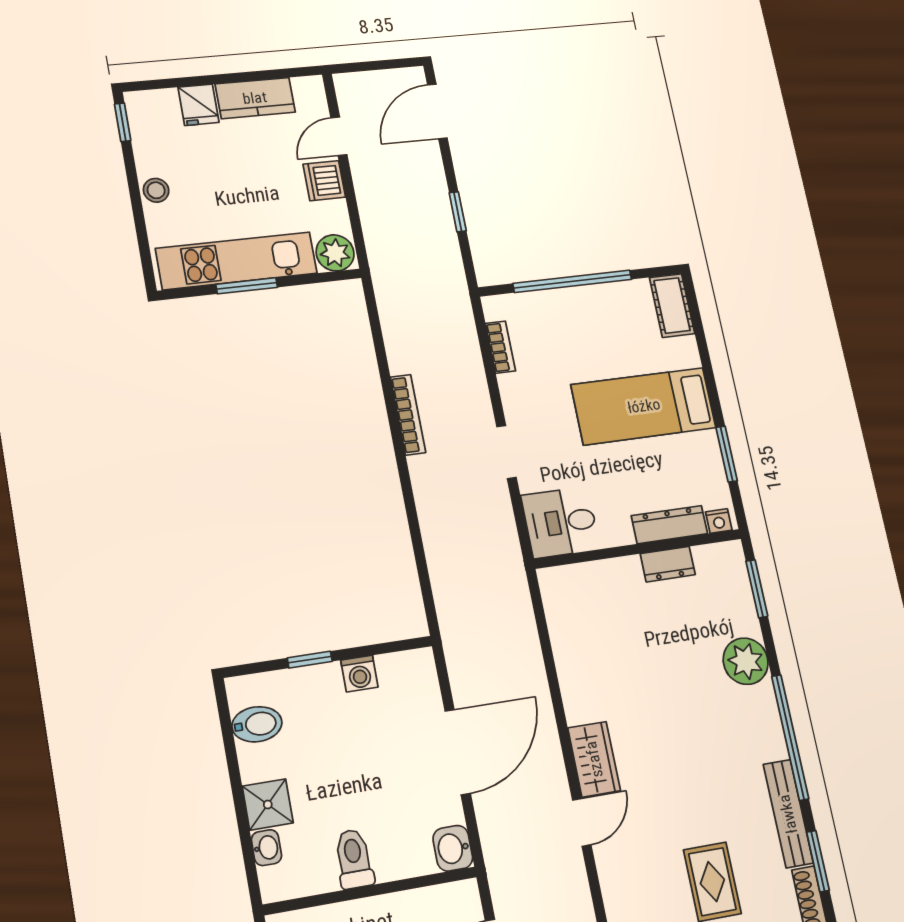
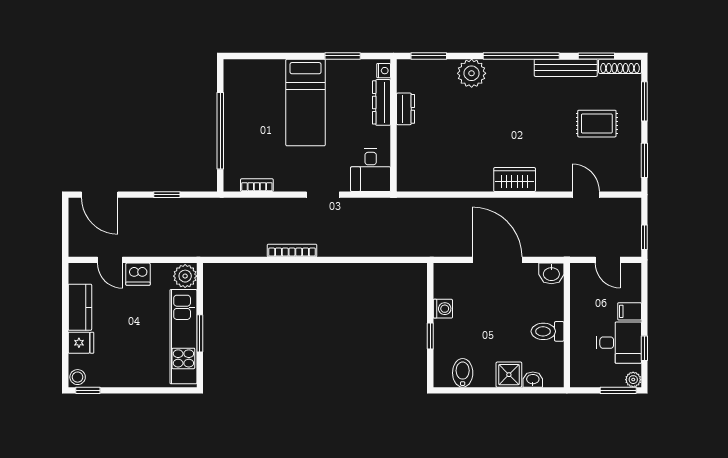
stool: (156, 190) -> (78, 377), moved
cot: (672, 306) -> (243, 70), removed
door: (582, 822) -> (586, 195), moved

